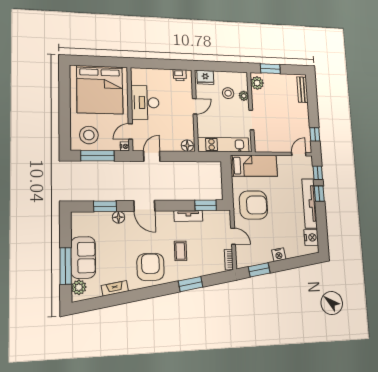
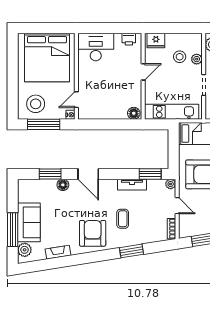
desk: (145, 103) -> (96, 47), moved, turned 90
door: (152, 156) -> (97, 124), removed
plant: (226, 215) -> (171, 184), added

